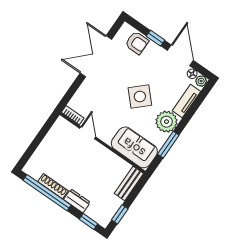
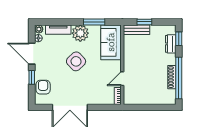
door: (180, 55) -> (32, 54), hinge flipped
dresser: (77, 201) -> (171, 44), moved
window: (120, 214) -> (144, 22), moved

